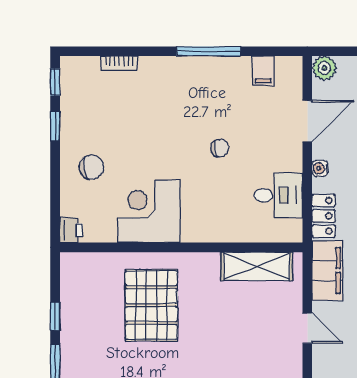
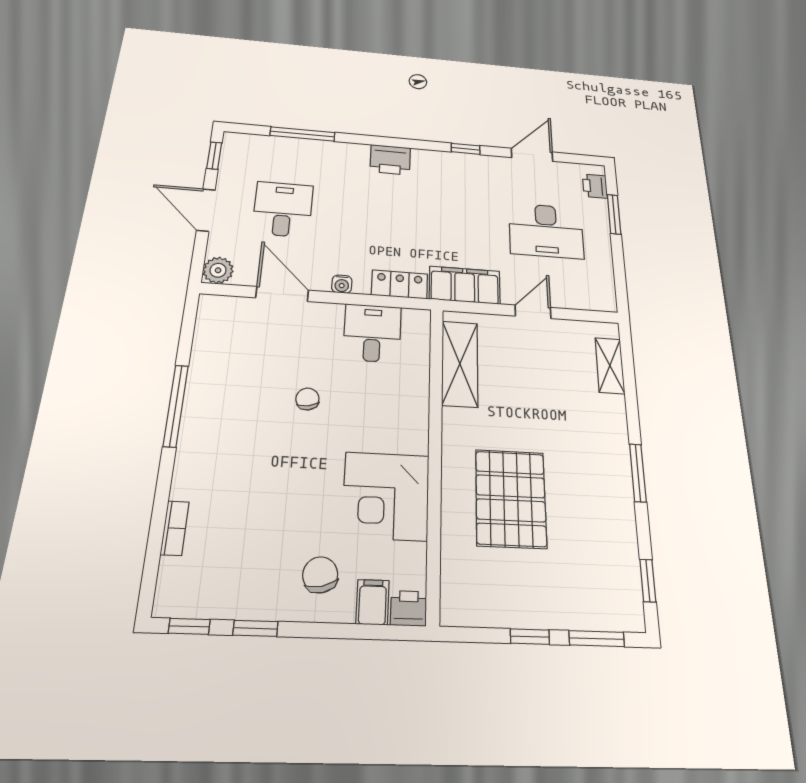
filing cabinet: (263, 71) -> (373, 602), moved, turned -90
pallet: (151, 305) -> (511, 498), turned 90

